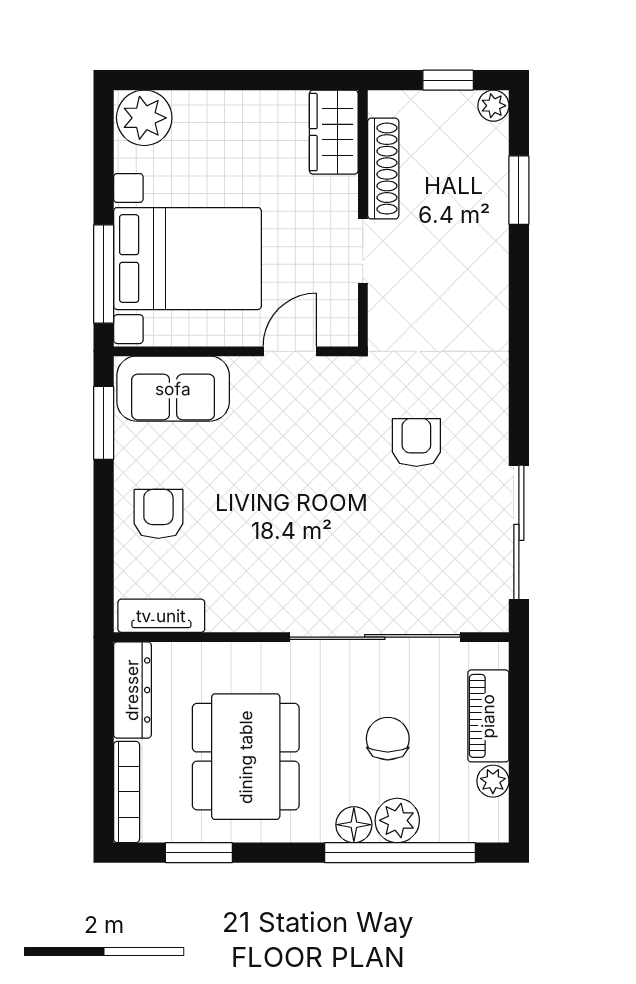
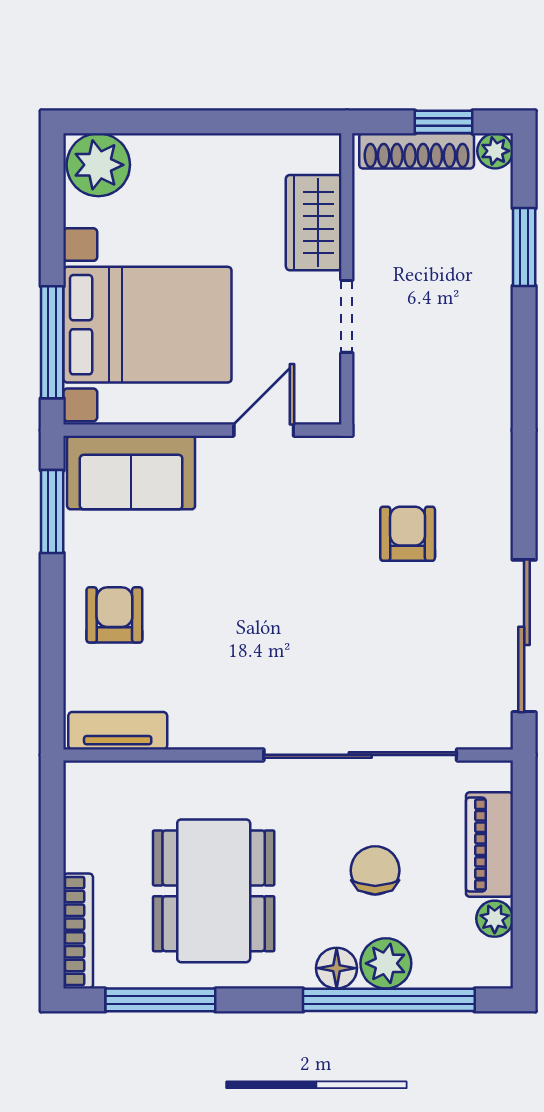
wardrobe: (334, 132) -> (314, 223), moved
shoe rack: (383, 169) -> (417, 151), moved, turned 90
dresser: (132, 690) -> (85, 815), removed
window: (199, 853) -> (160, 1000), width x1.44

